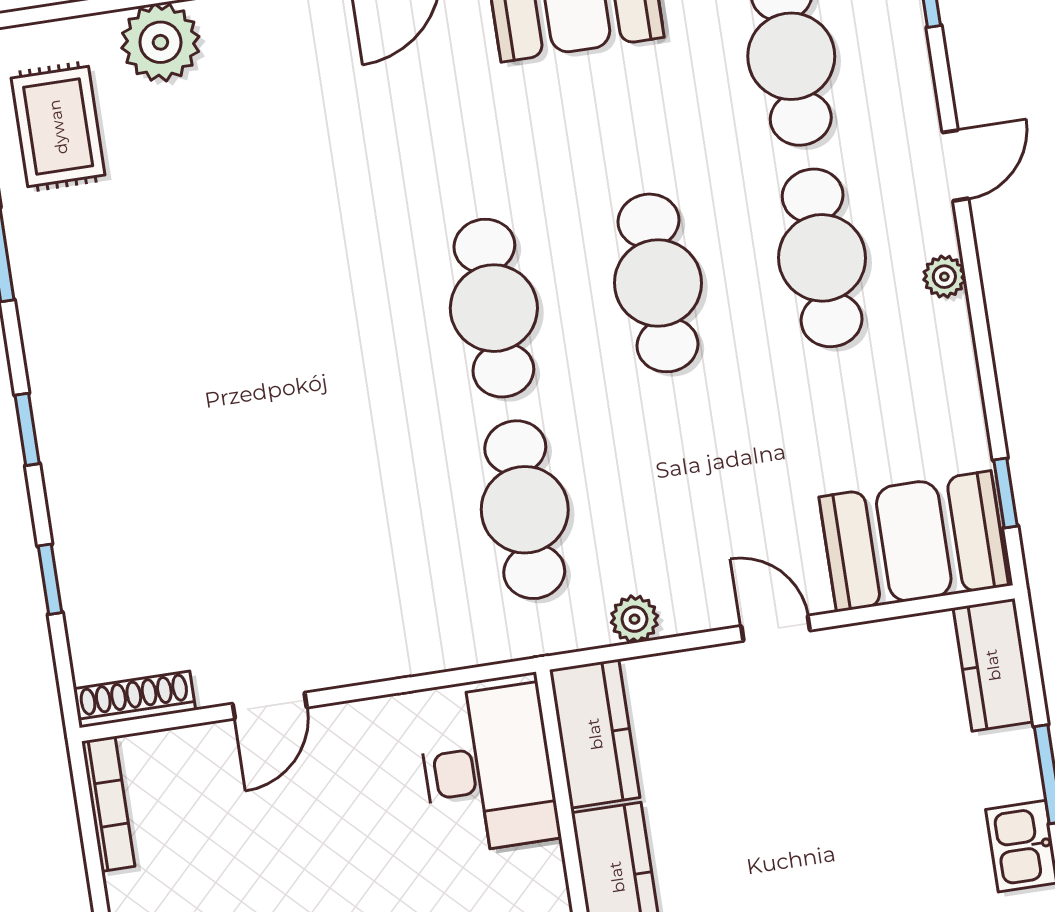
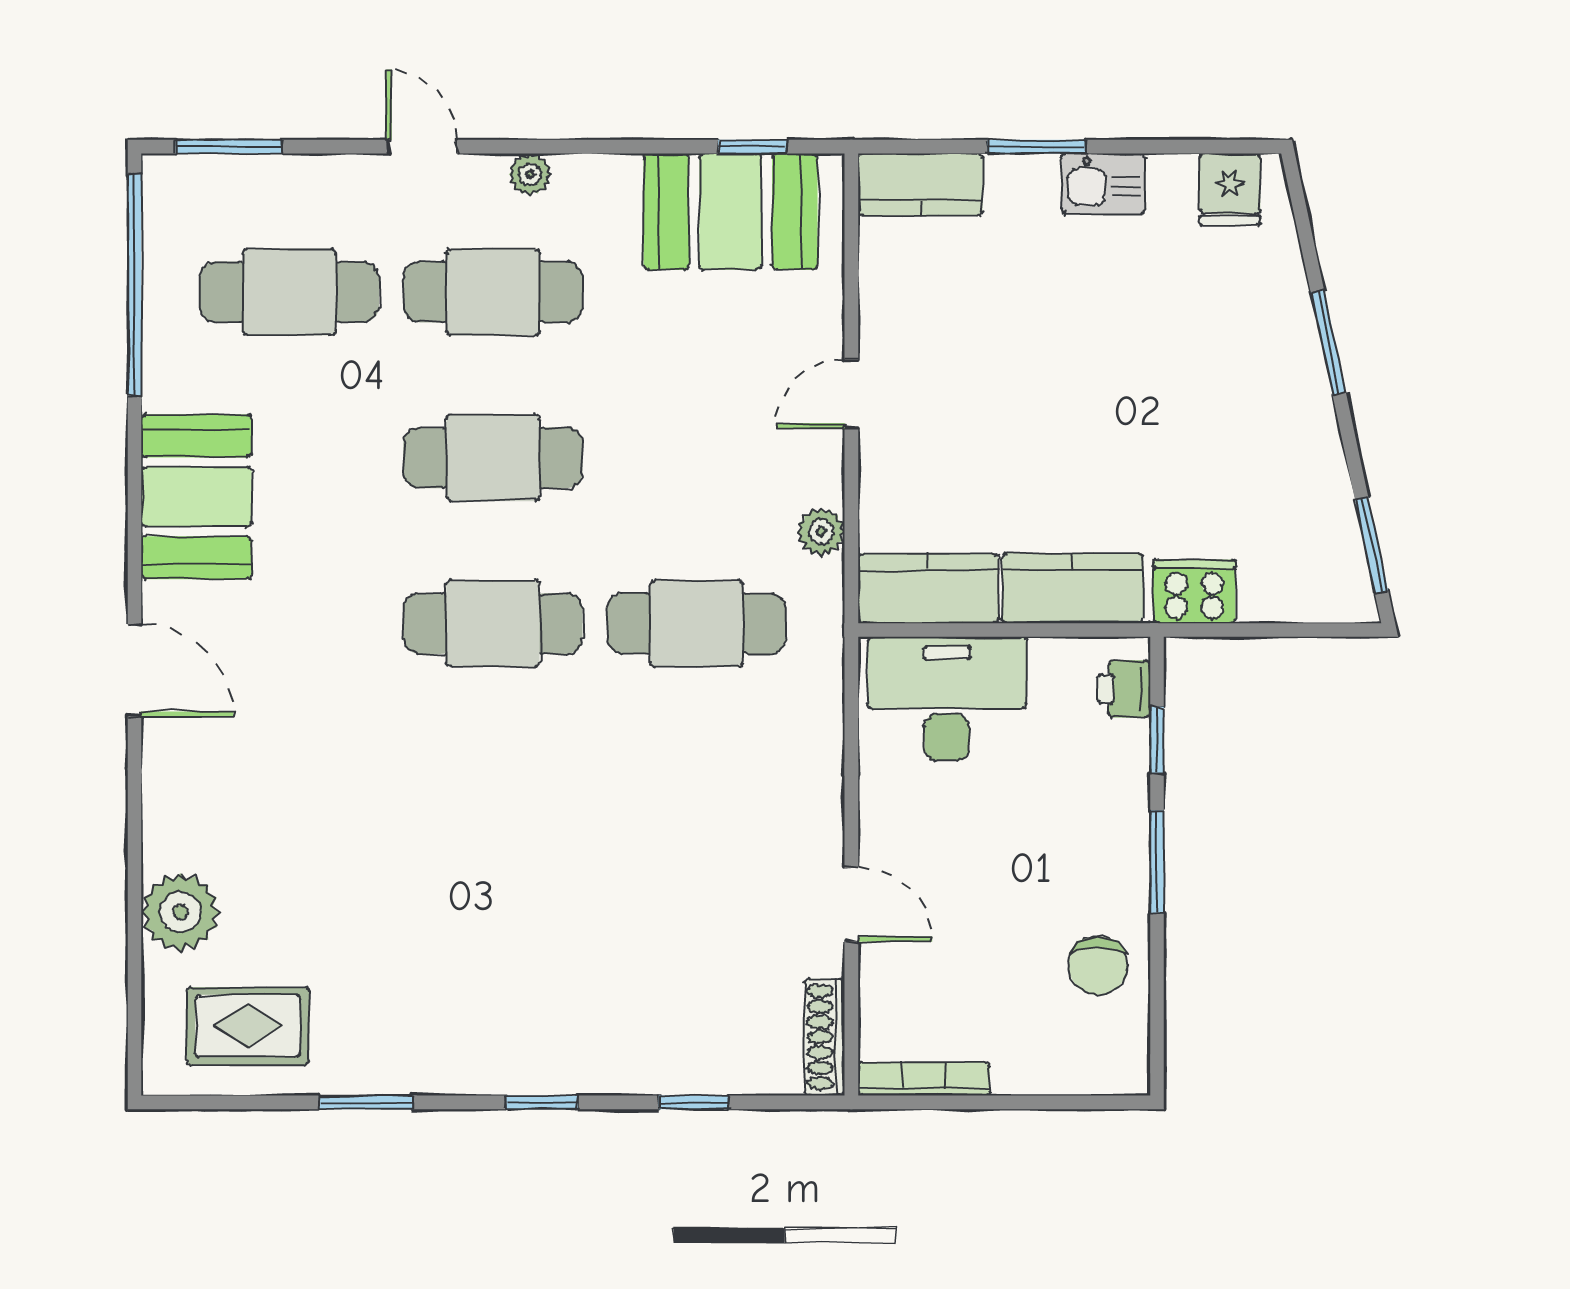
booth: (914, 541) -> (731, 212), moved, turned 90

